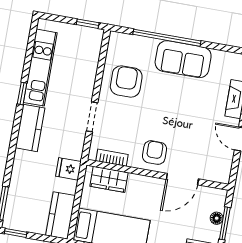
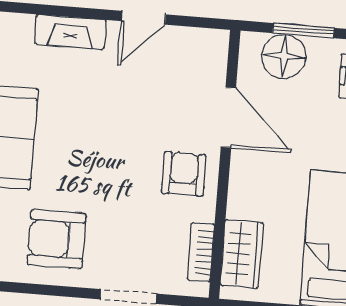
armchair: (155, 153) -> (184, 174), turned 90
floor lamp: (217, 218) -> (284, 56), width x1.89, depth x1.89

